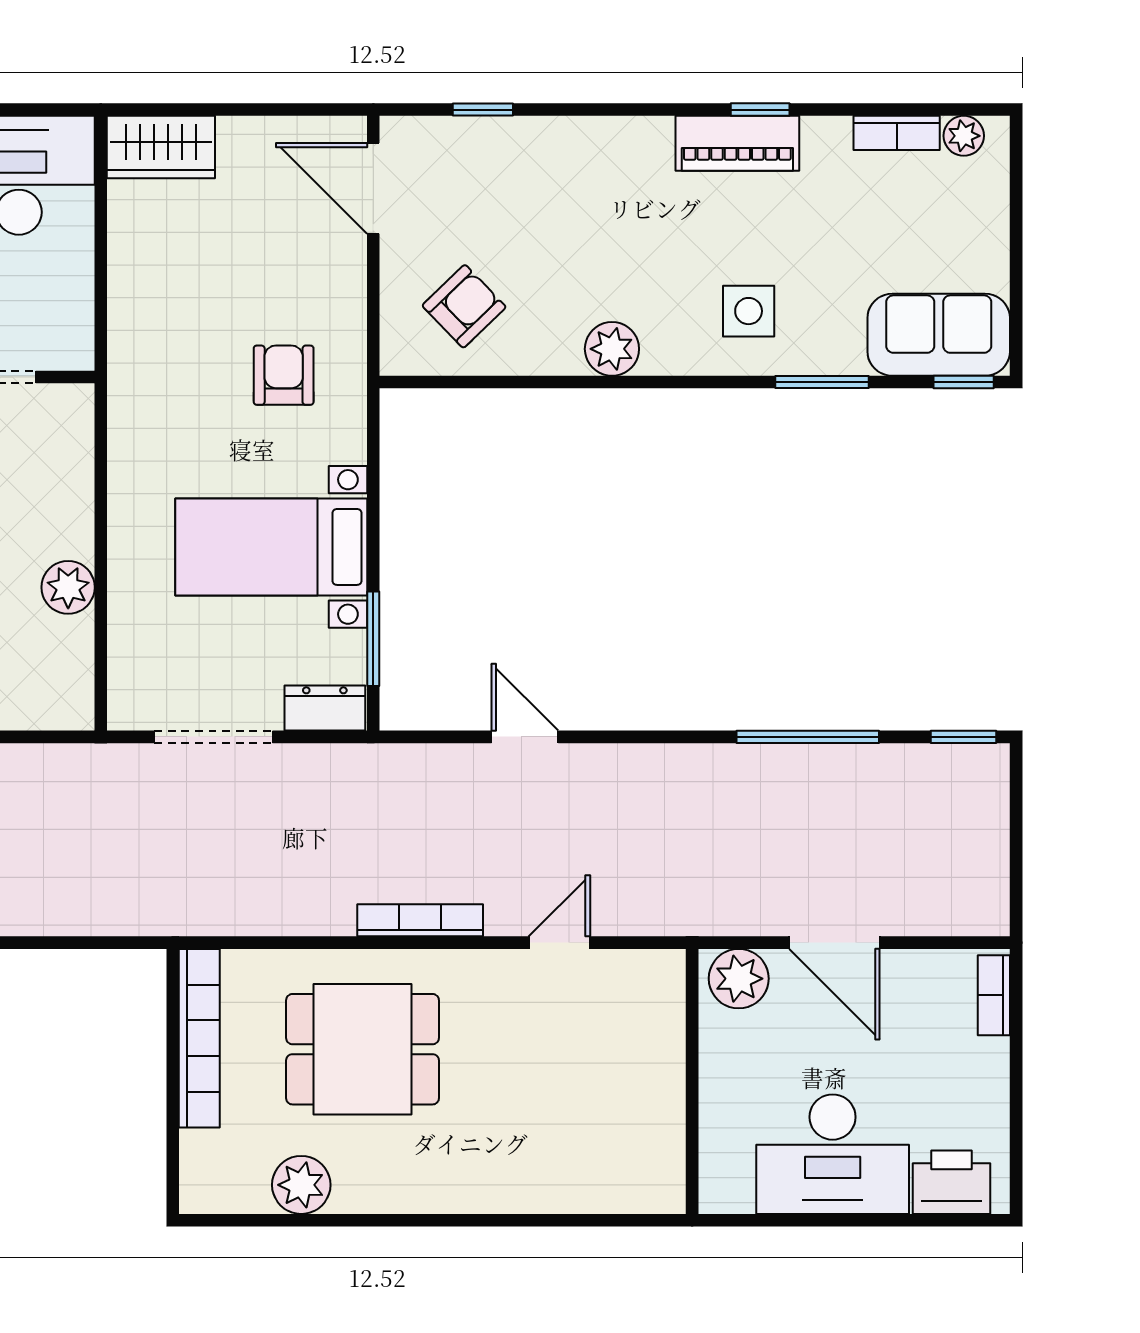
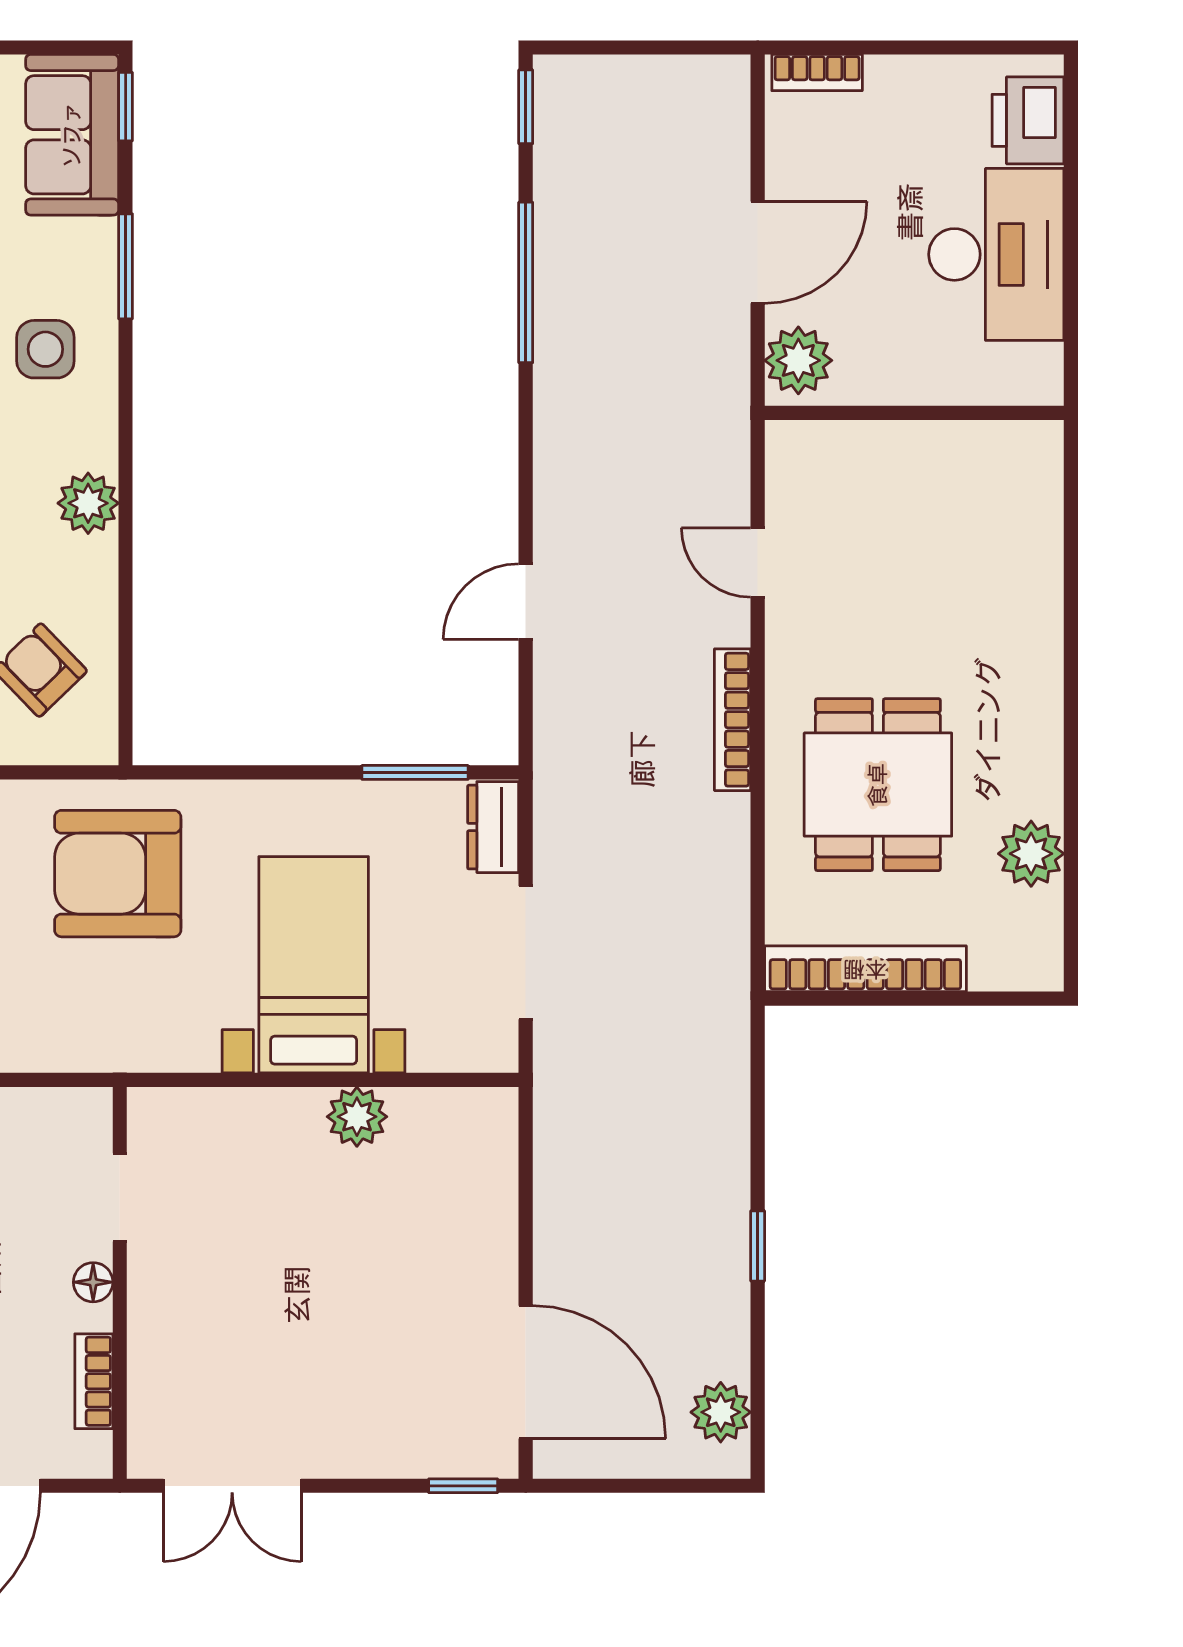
armchair: (284, 375) -> (118, 874), width x1.88, depth x1.88
bed with nightstands: (271, 547) -> (314, 965), moved, turned 180

